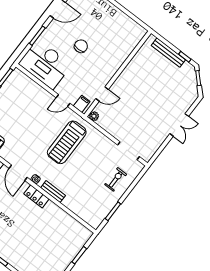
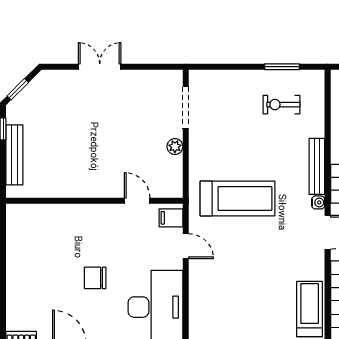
plant: (94, 116) -> (175, 147), moved
exercise bike: (116, 179) -> (281, 105), moved
bench: (53, 192) -> (317, 166), width x1.36

